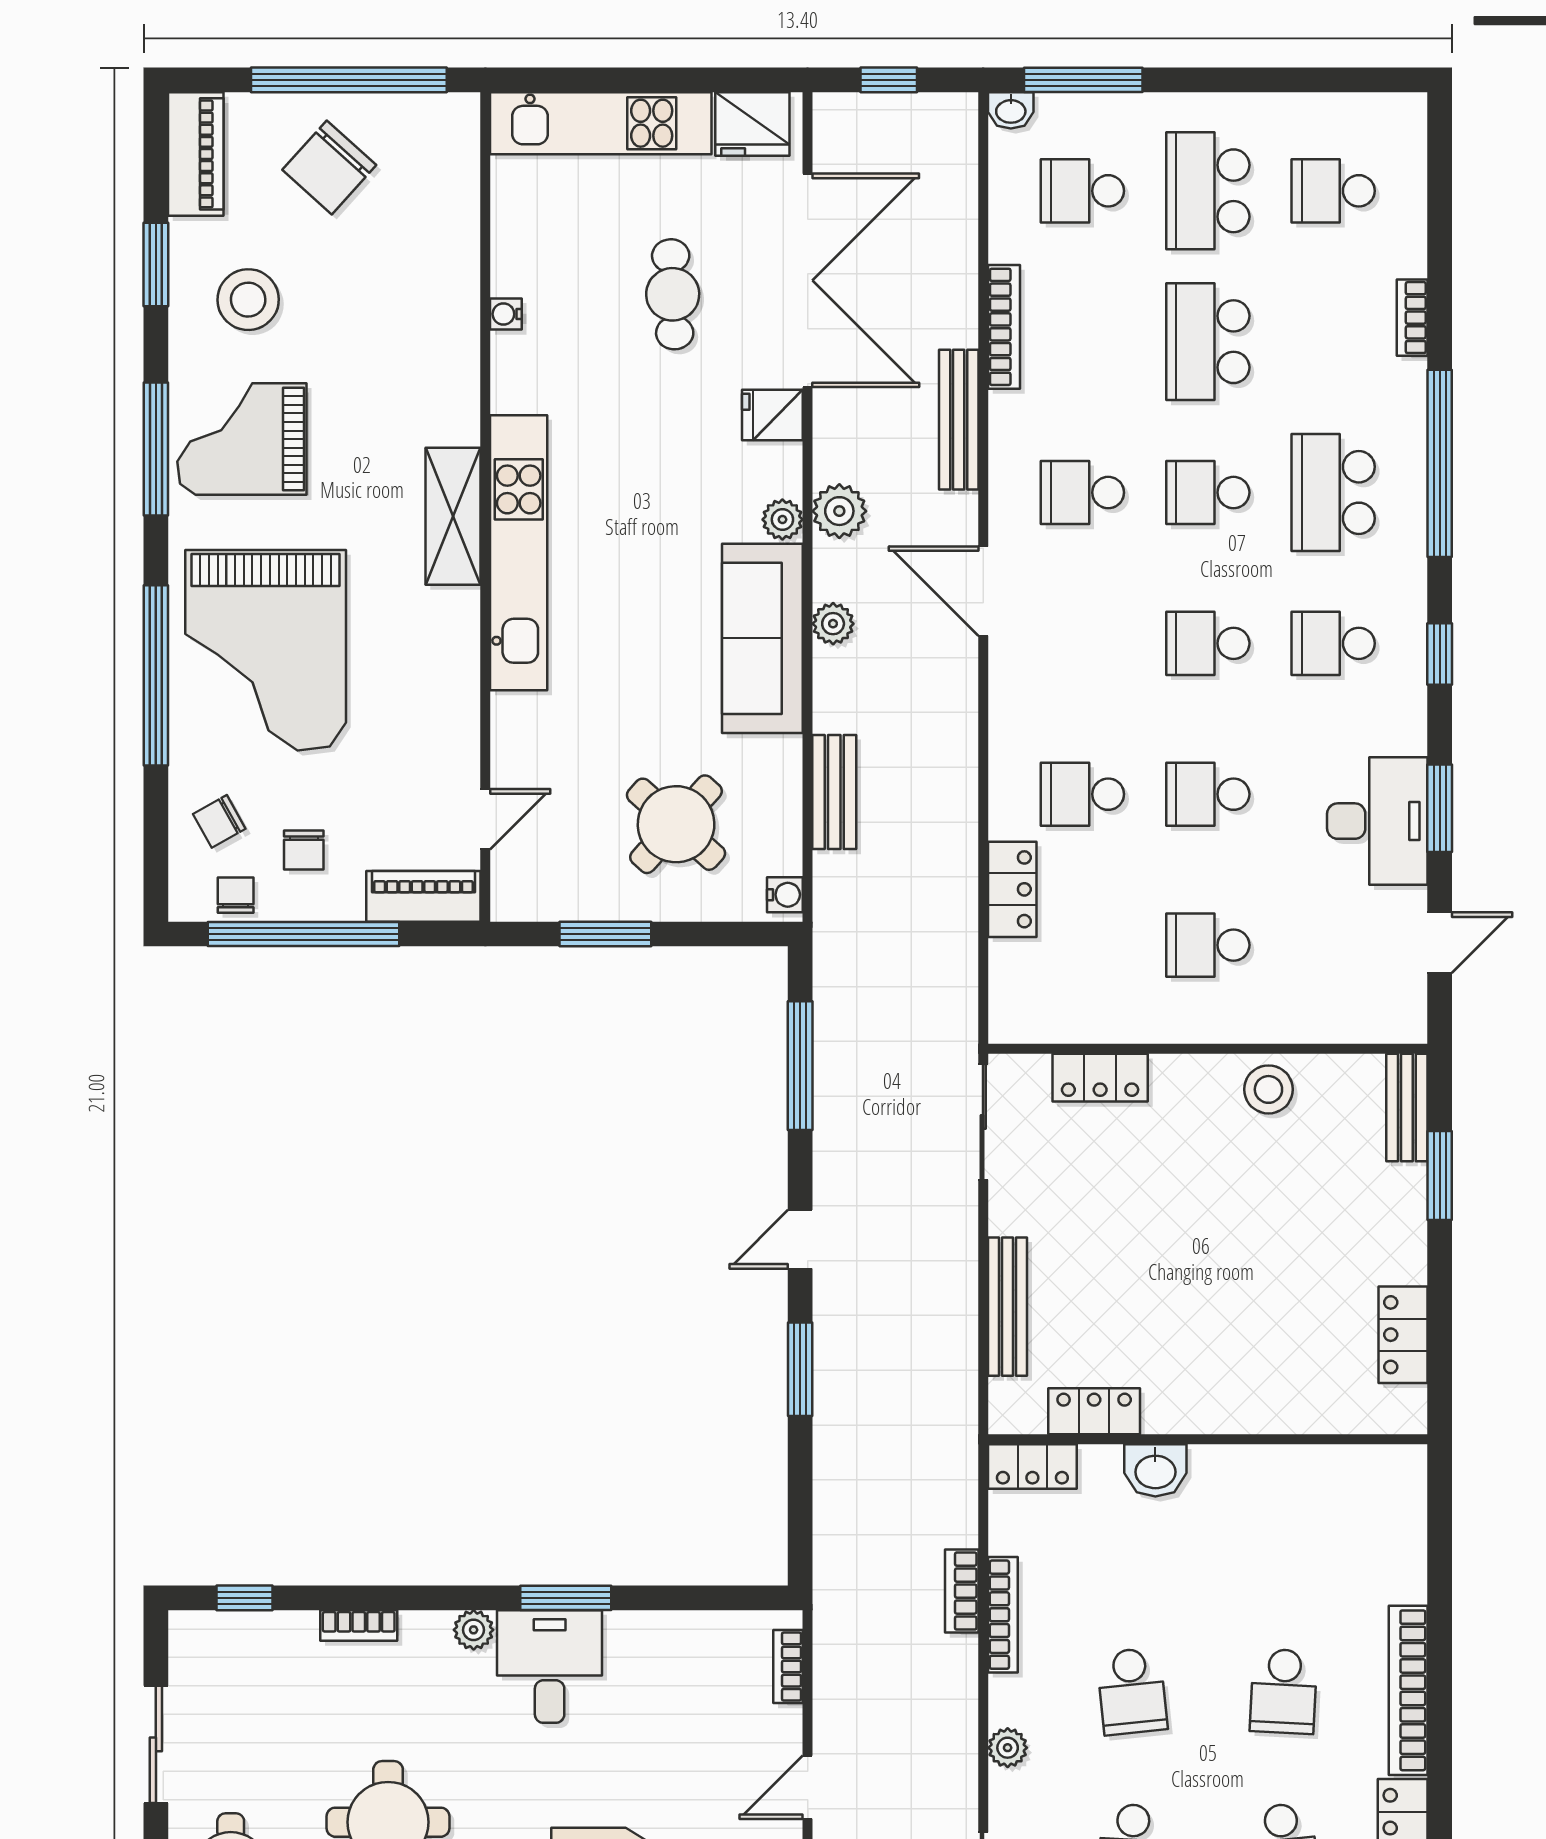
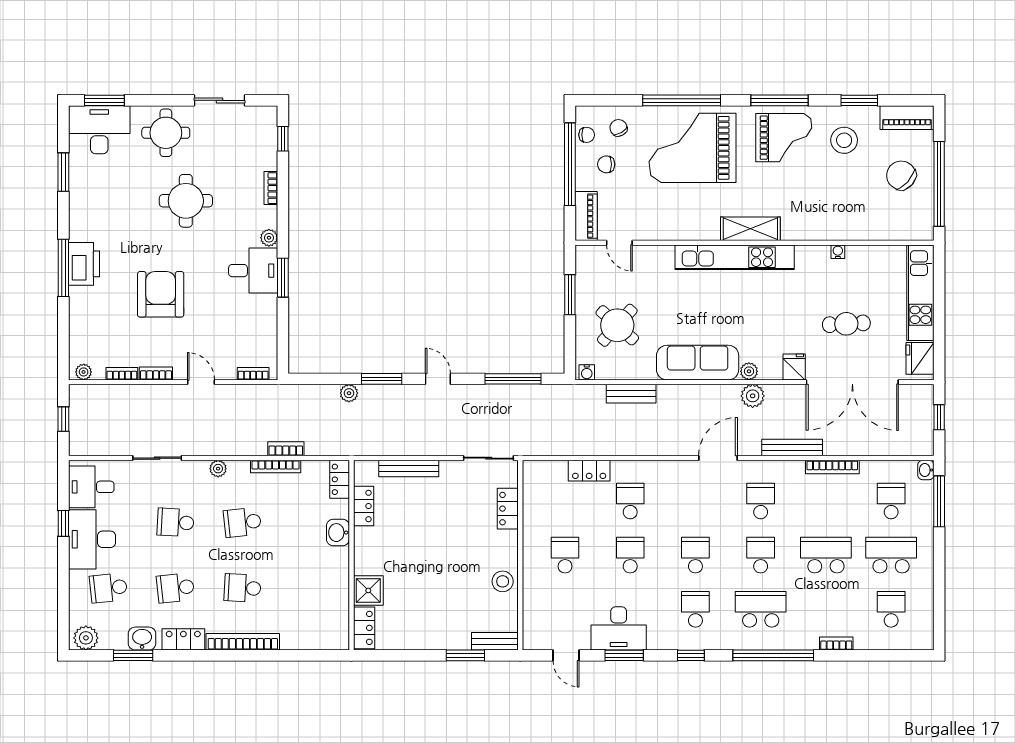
grand piano: (242, 439) -> (784, 138), turned 90
plant: (833, 624) -> (349, 393), moved
locker: (1403, 1335) -> (364, 628), moved, turned 90
shower: (1290, 1400) -> (368, 590), added

